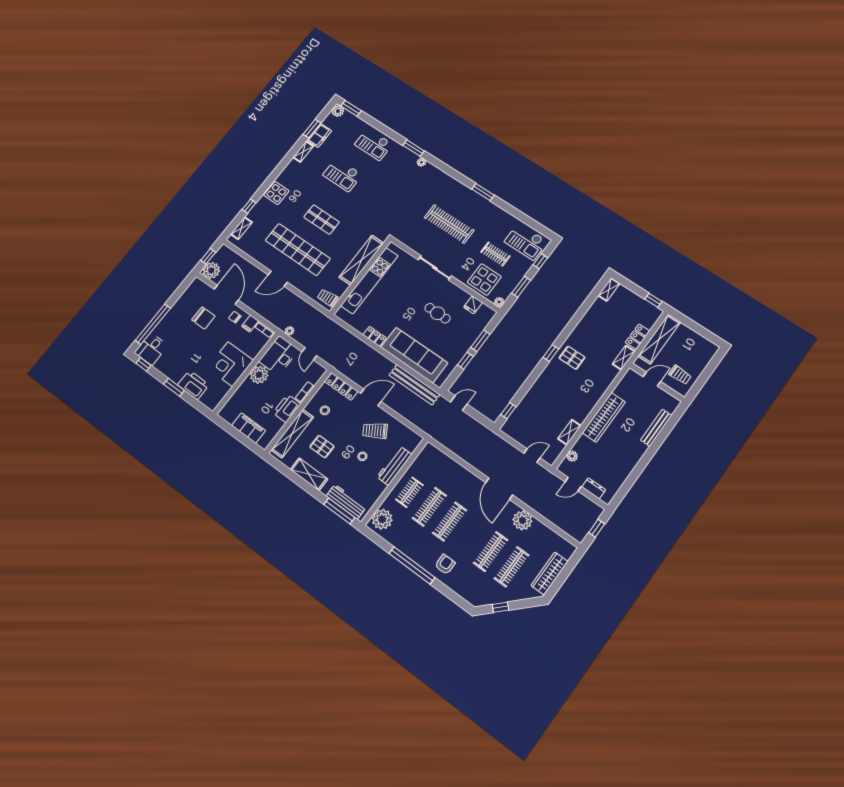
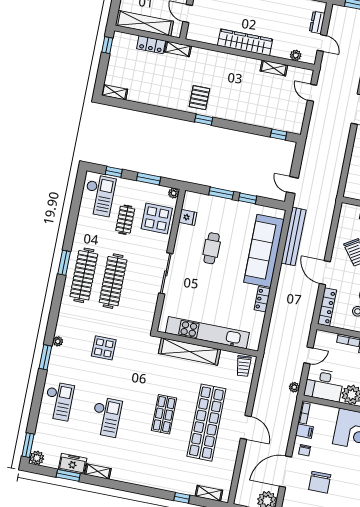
display table: (276, 193) -> (104, 348), moved
clothes rail: (465, 203) -> (84, 275), added
chair: (203, 318) -> (320, 482), turned 180

